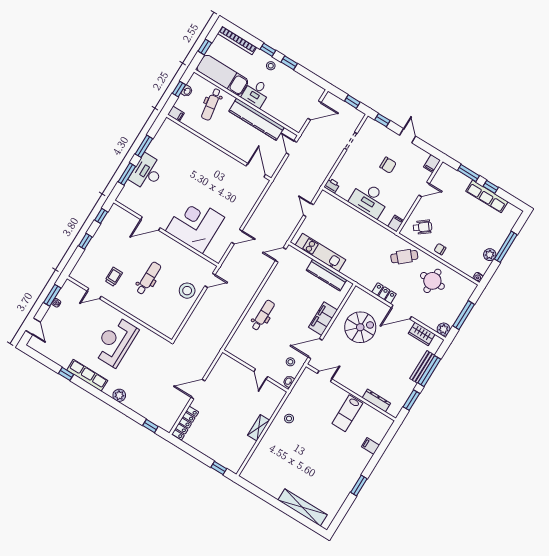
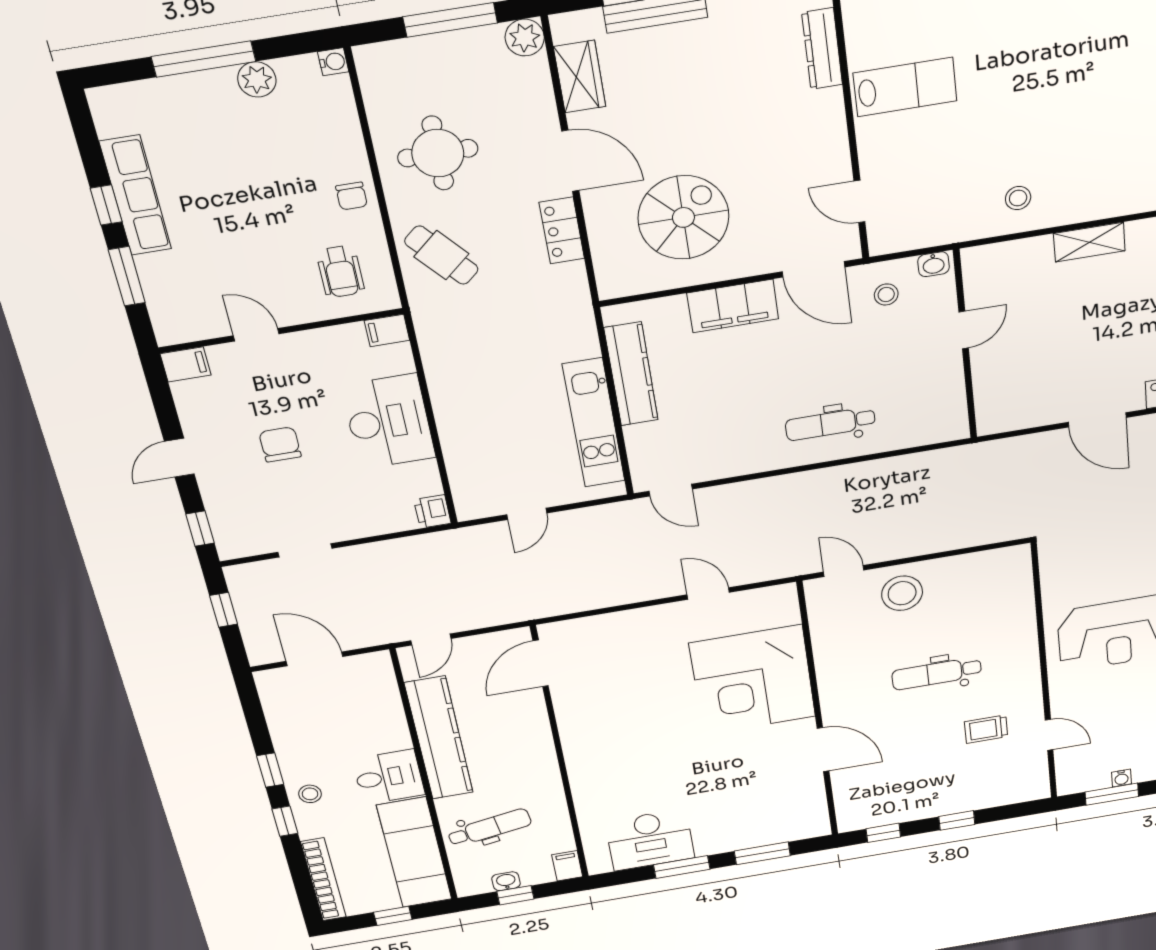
desk: (147, 172) -> (650, 840), moved
wheelchair: (422, 227) -> (340, 272), turned -142
spiral stairs: (360, 327) -> (683, 217), turned 90

